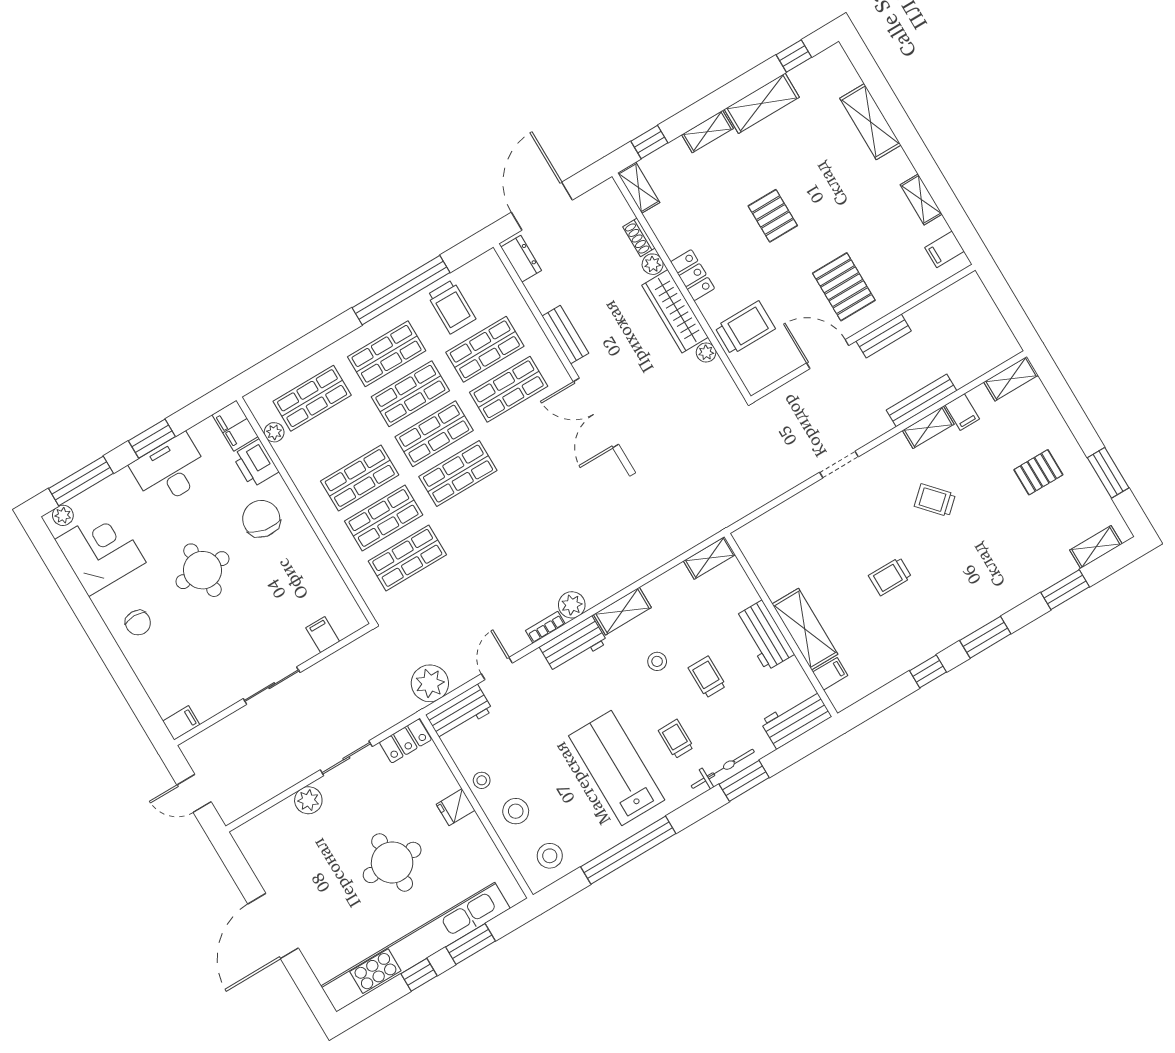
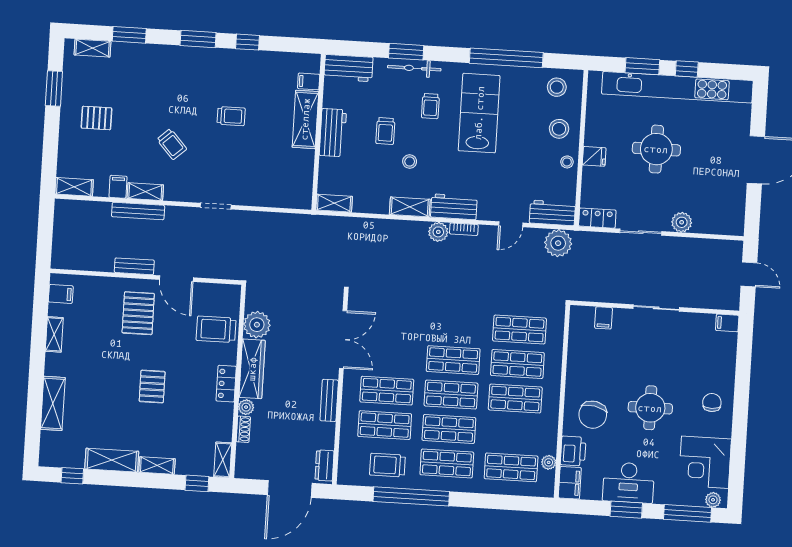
trolley: (451, 307) -> (387, 465), turned -90
plant: (706, 352) -> (257, 325), width x1.87, depth x1.87
lab bench: (617, 768) -> (479, 113), turned 180

